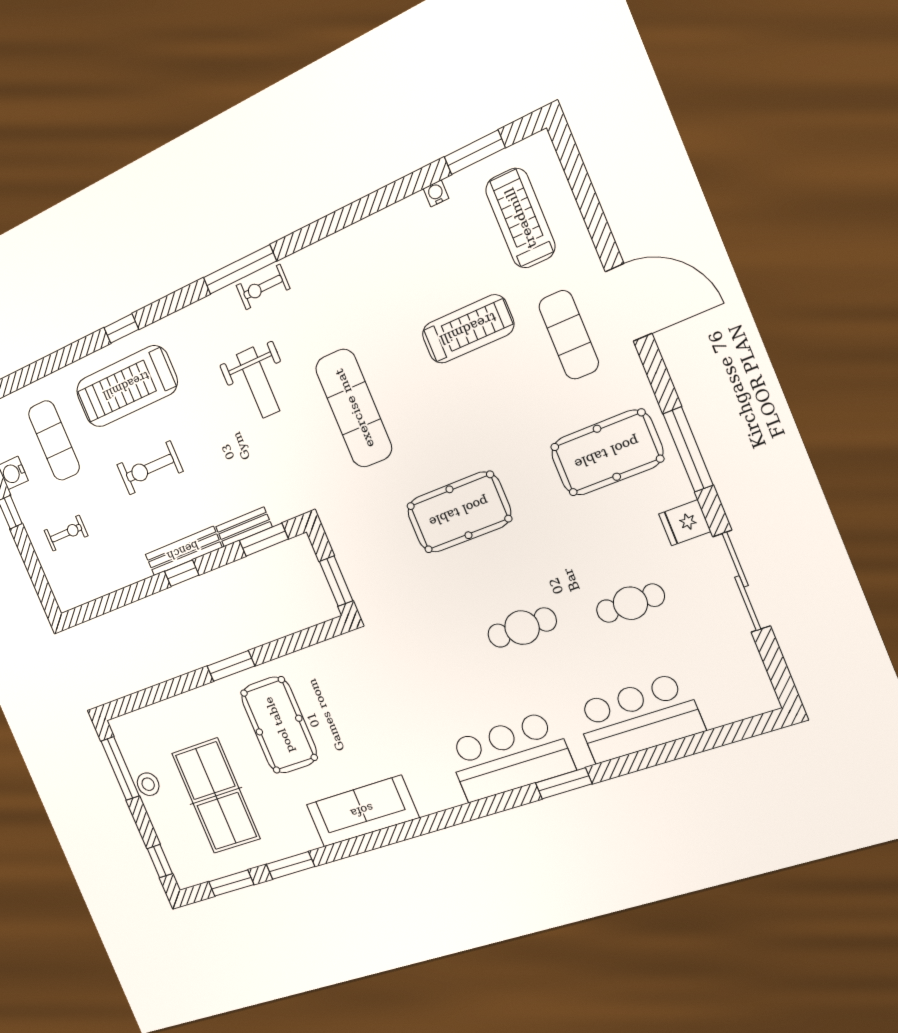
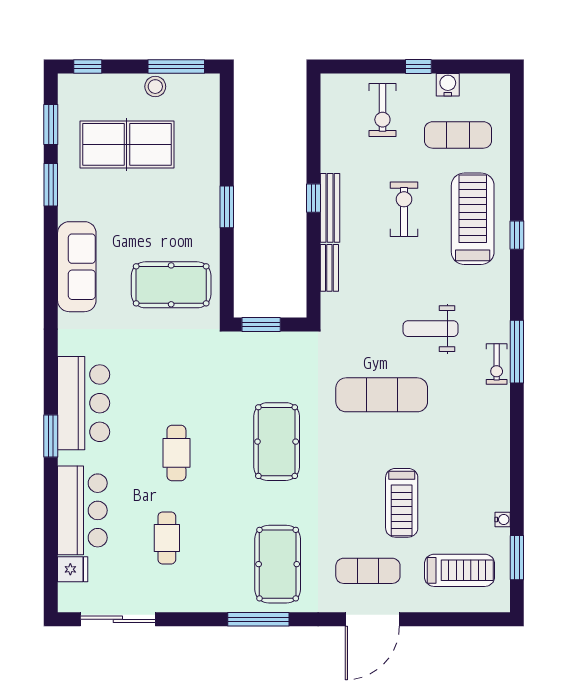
exercise bike: (263, 287) -> (497, 364), turned 180
fridge: (685, 523) -> (73, 569), moved, turned 90
exercise bike: (66, 533) -> (382, 110), width x1.38, depth x1.39
window: (264, 540) -> (314, 280), removed
sliding door: (742, 581) -> (118, 619), moved
pool table: (279, 725) -> (171, 285), moved

